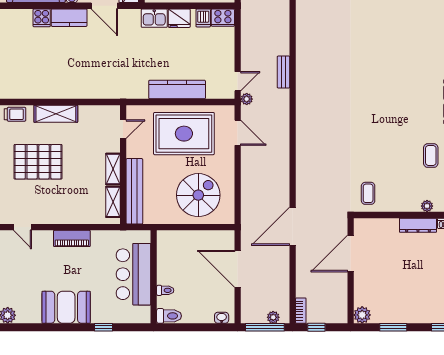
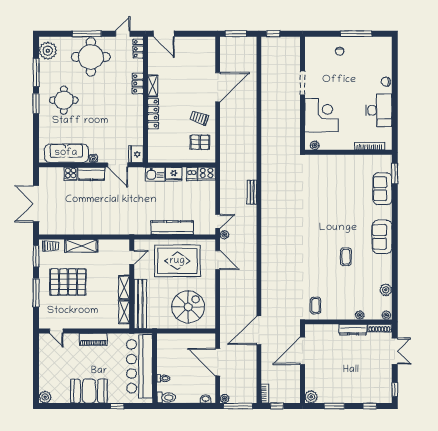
bench: (283, 72) -> (252, 192), moved
coffee table: (431, 156) -> (346, 257), moved
bar counter: (133, 274) -> (140, 366), width x1.36
plant: (273, 317) -> (225, 399), moved

